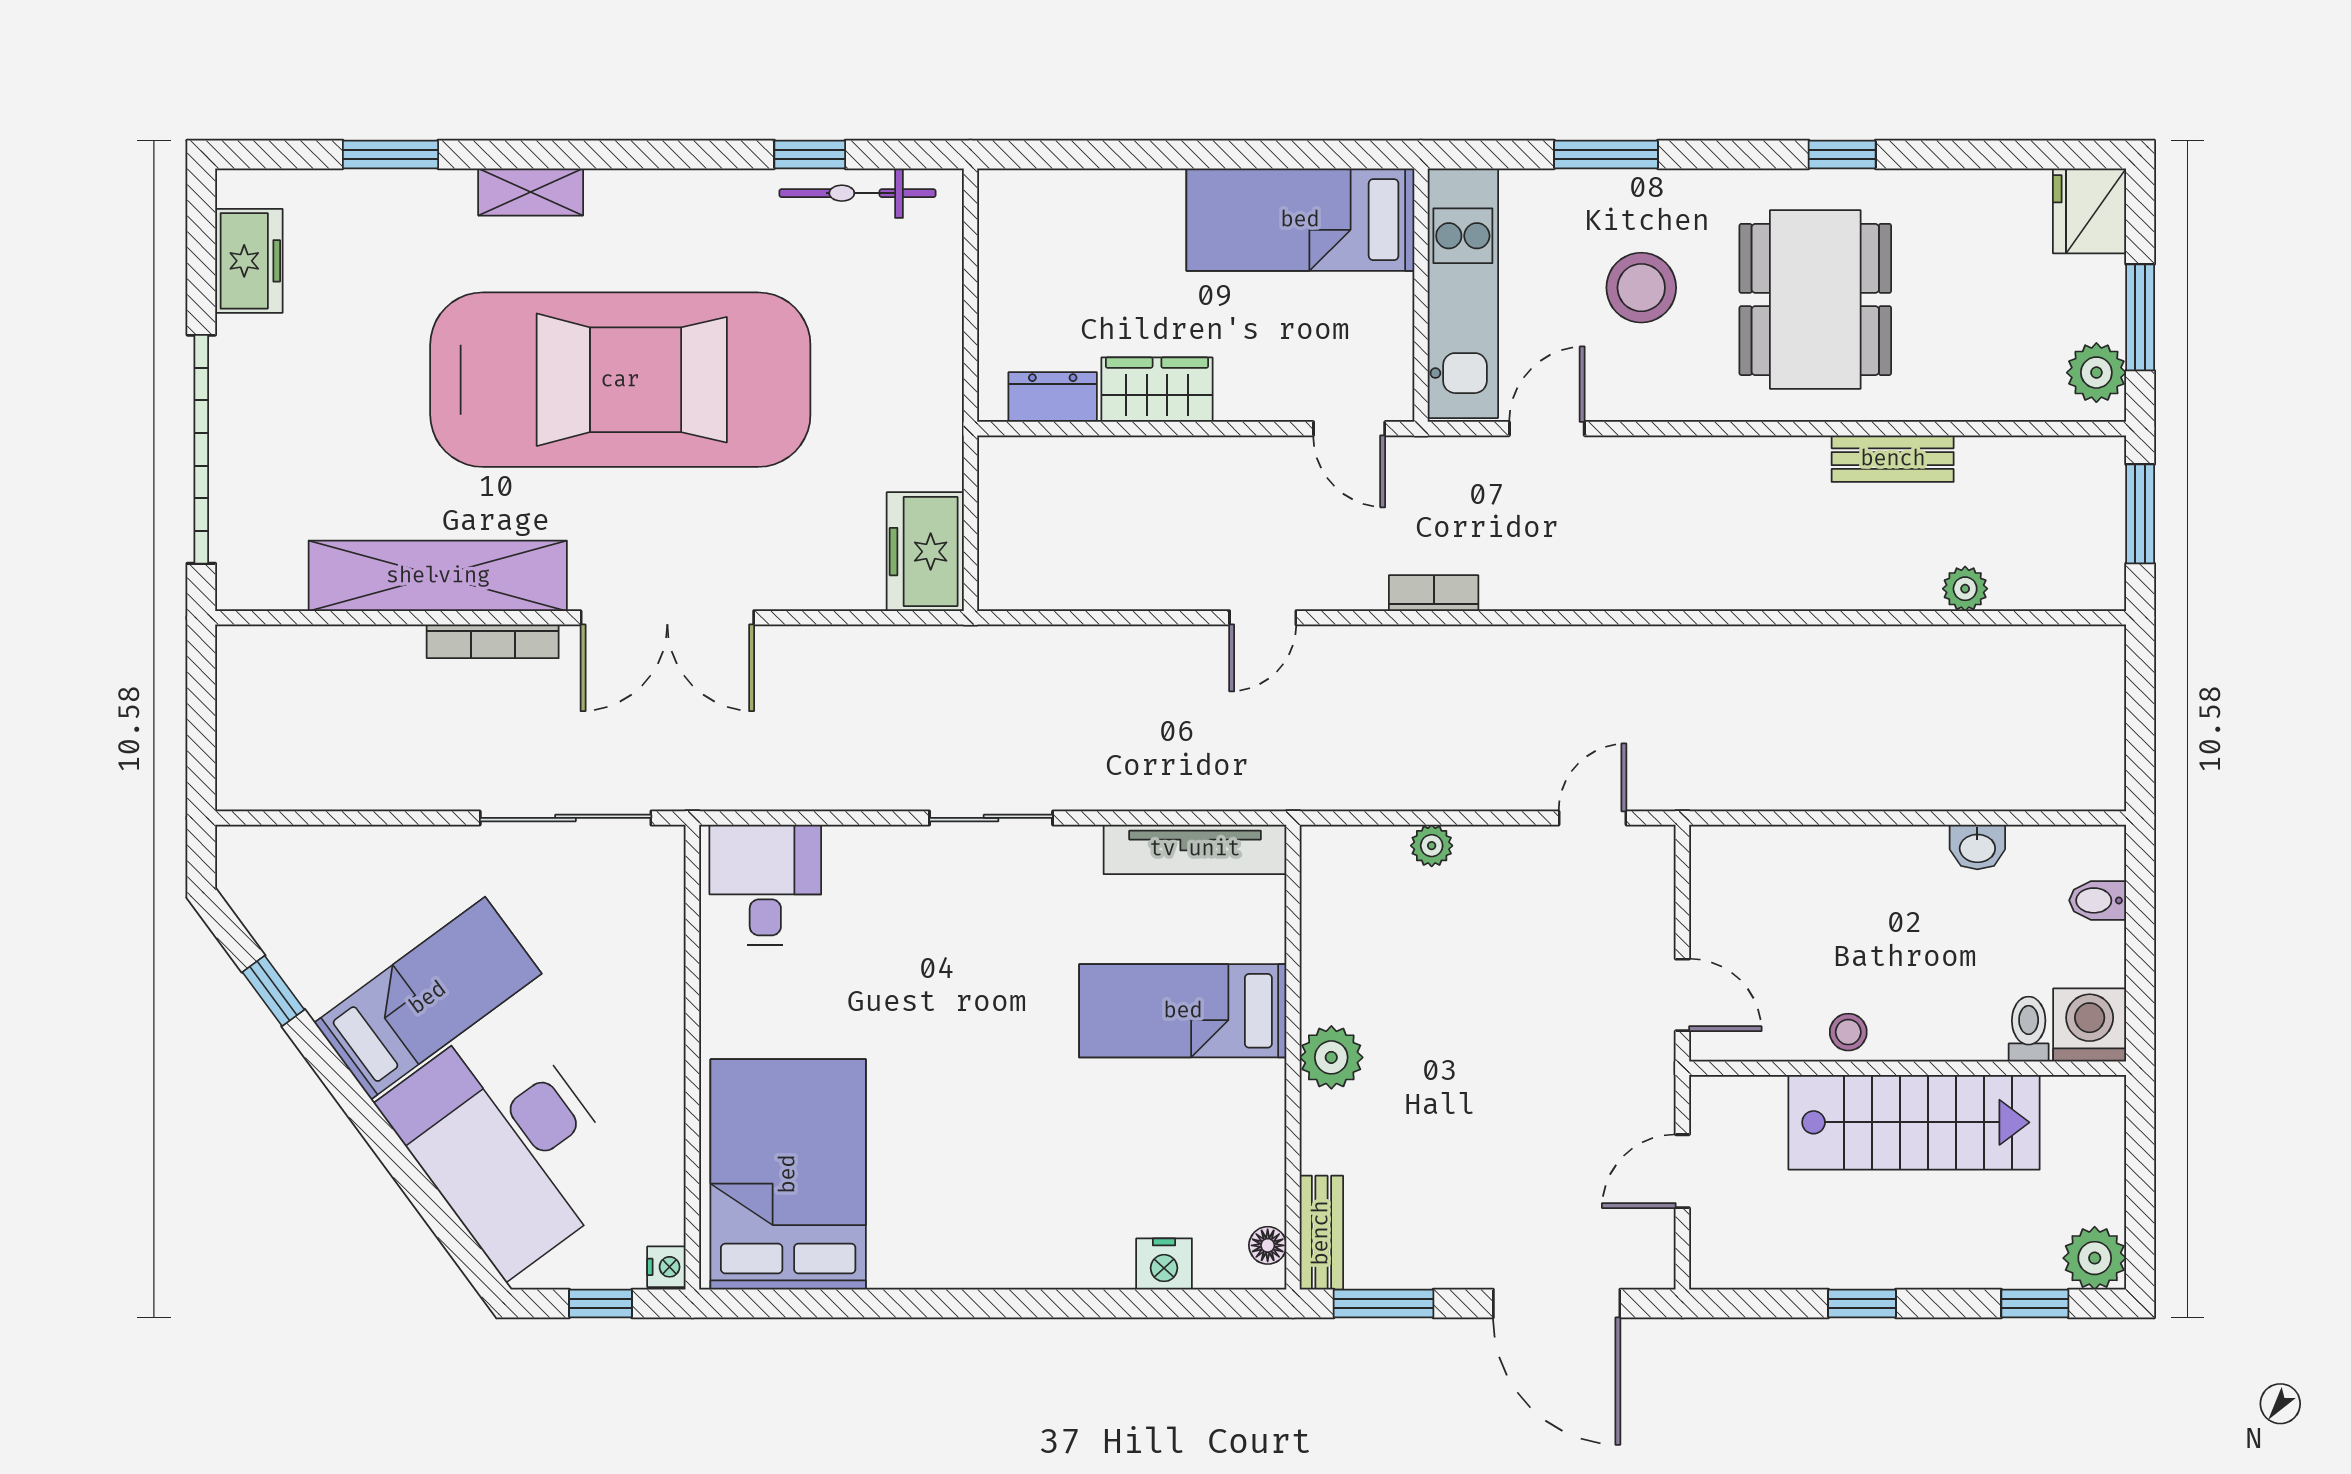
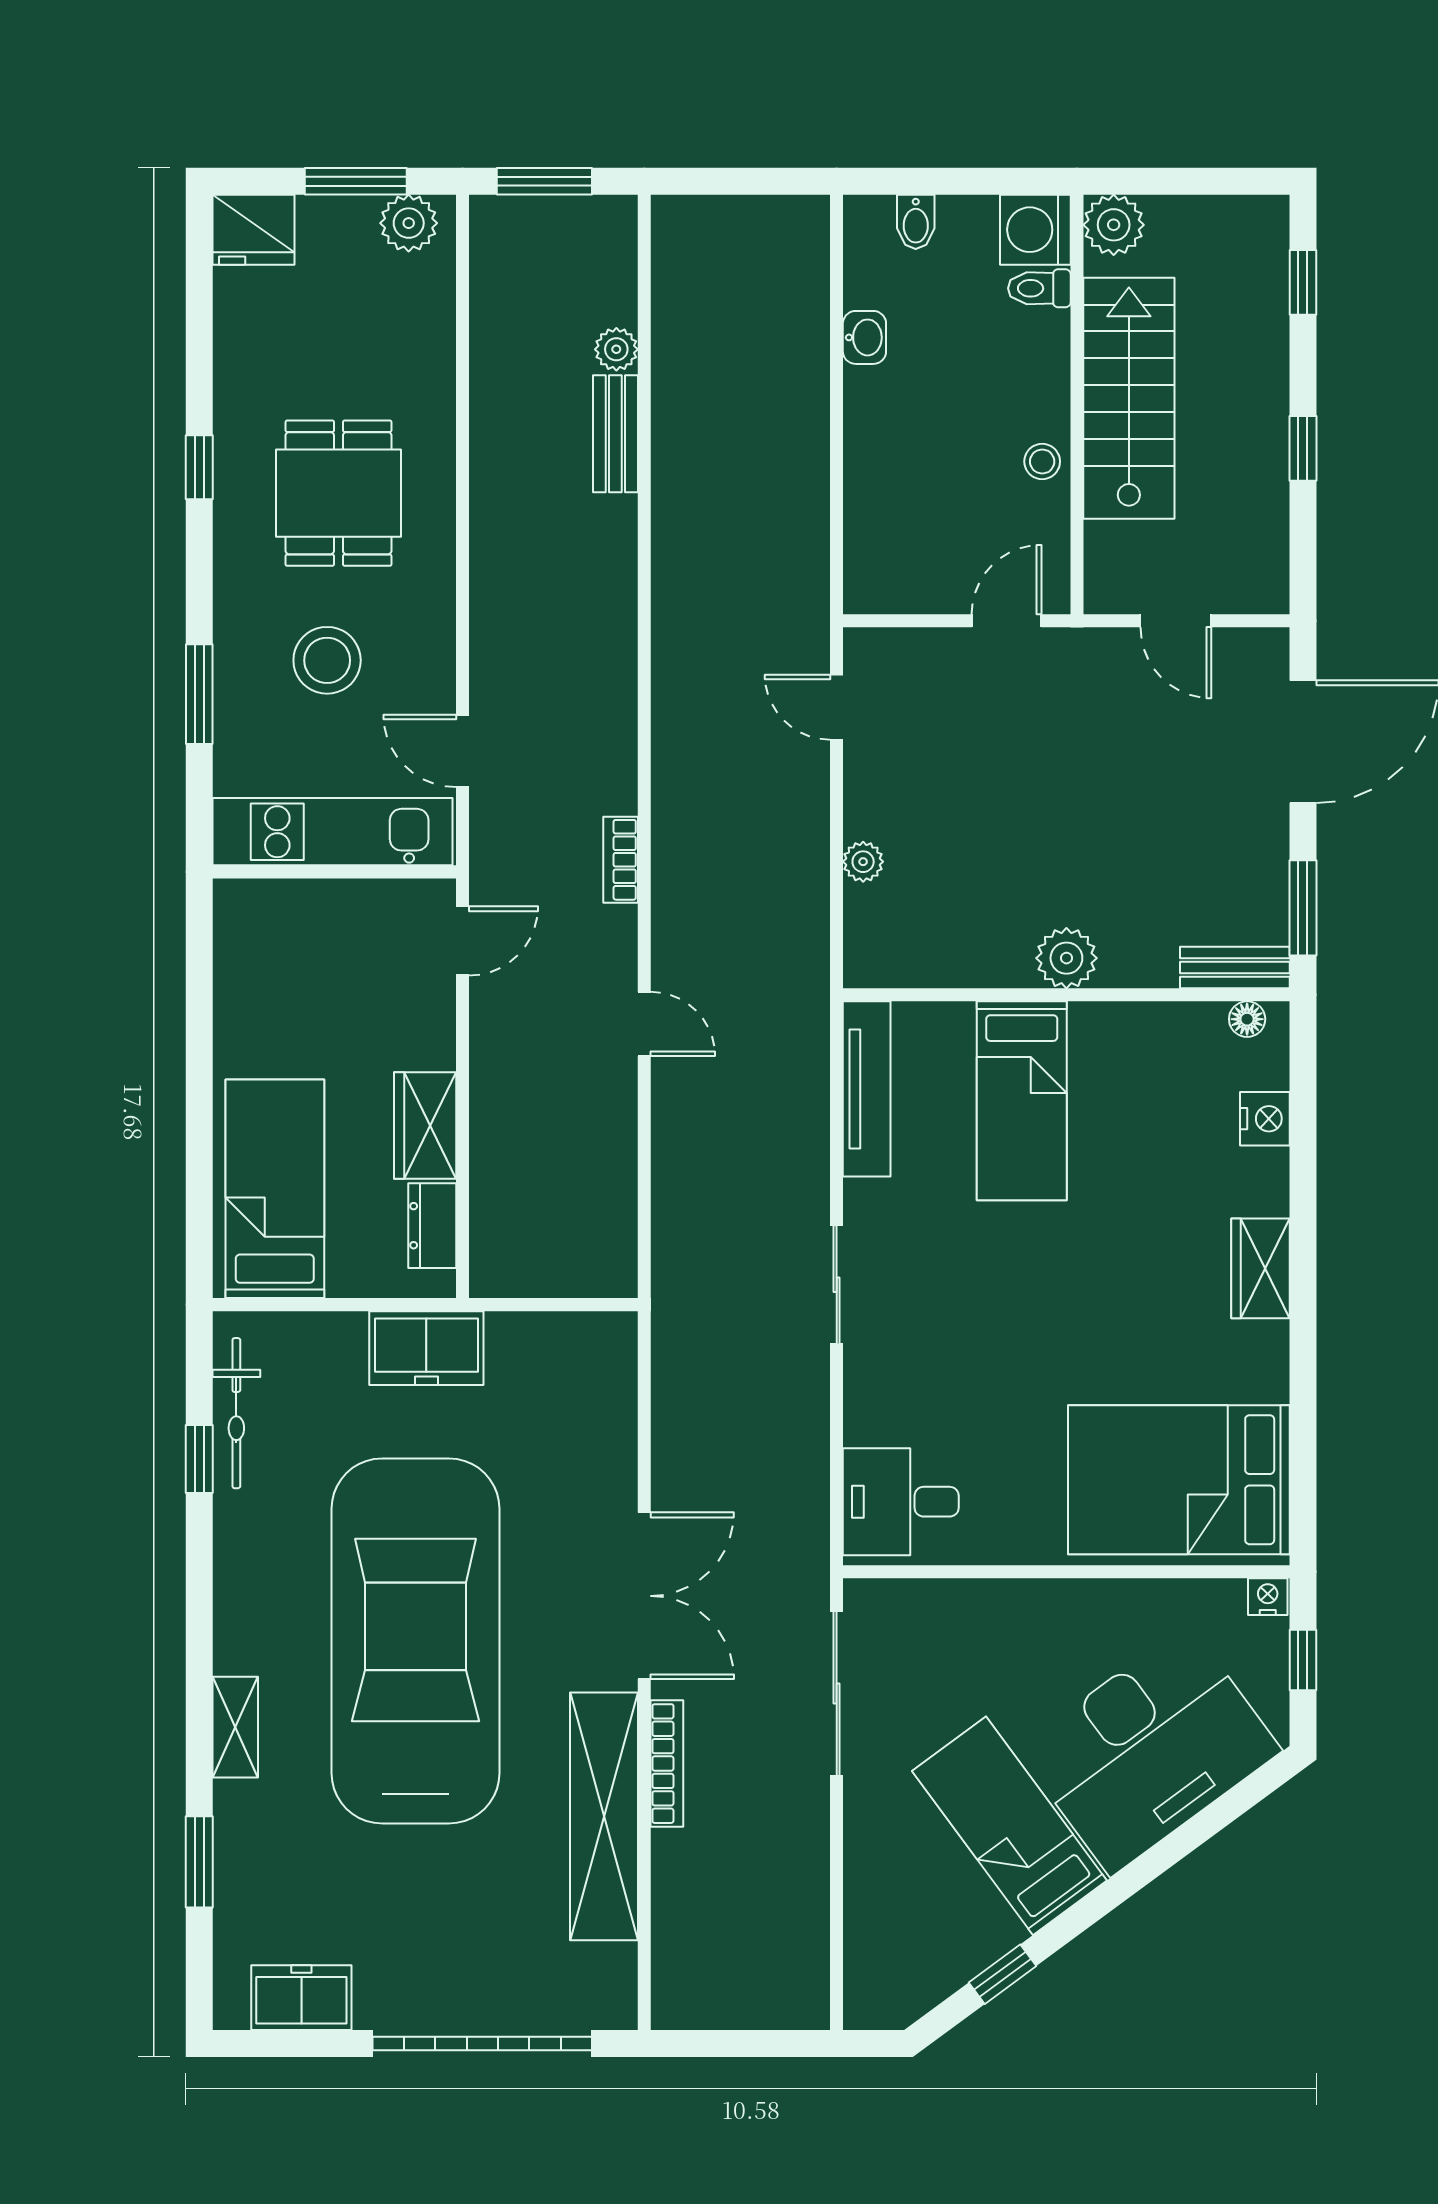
bed: (1300, 220) -> (275, 1189), moved, turned 180
dining table: (1815, 299) -> (338, 493), width x0.73
bench: (1893, 459) -> (615, 434), moved
freezer: (925, 552) -> (426, 1348), moved
plant: (2095, 1258) -> (1114, 225), moved
wardrobe: (1008, 1259) -> (1260, 1268), added

